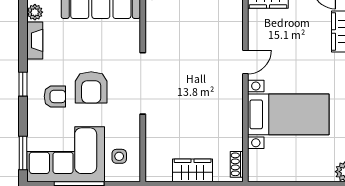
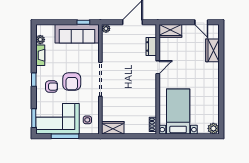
dresser: (234, 25) -> (151, 46), added
bed with nightstands: (288, 114) -> (178, 112), moved, turned -90
wardrobe: (193, 170) -> (113, 128), moved

